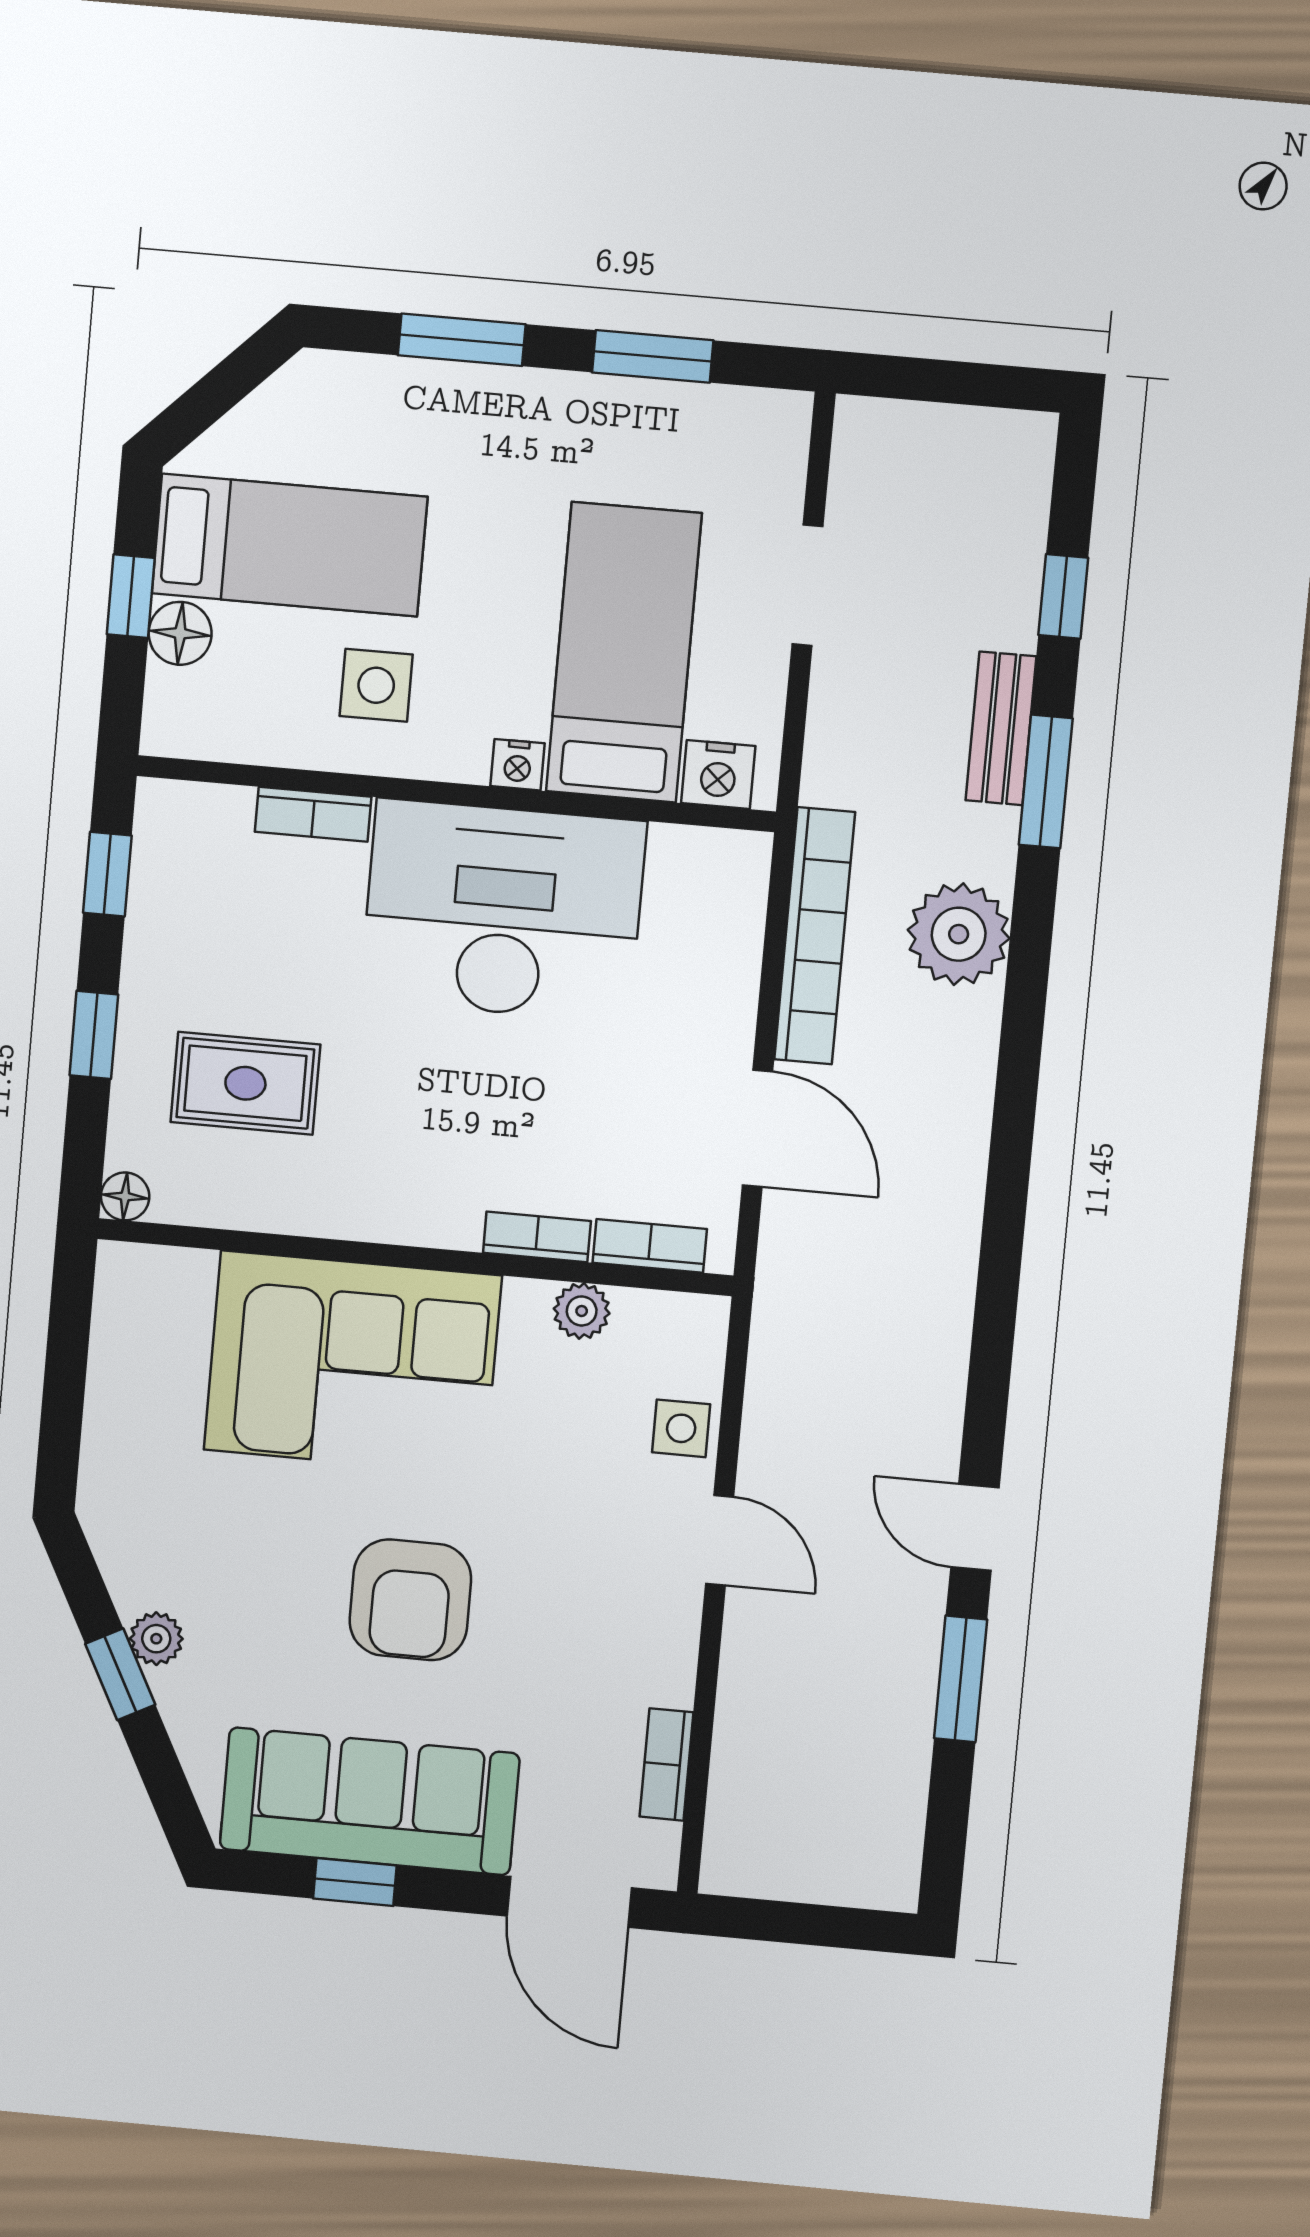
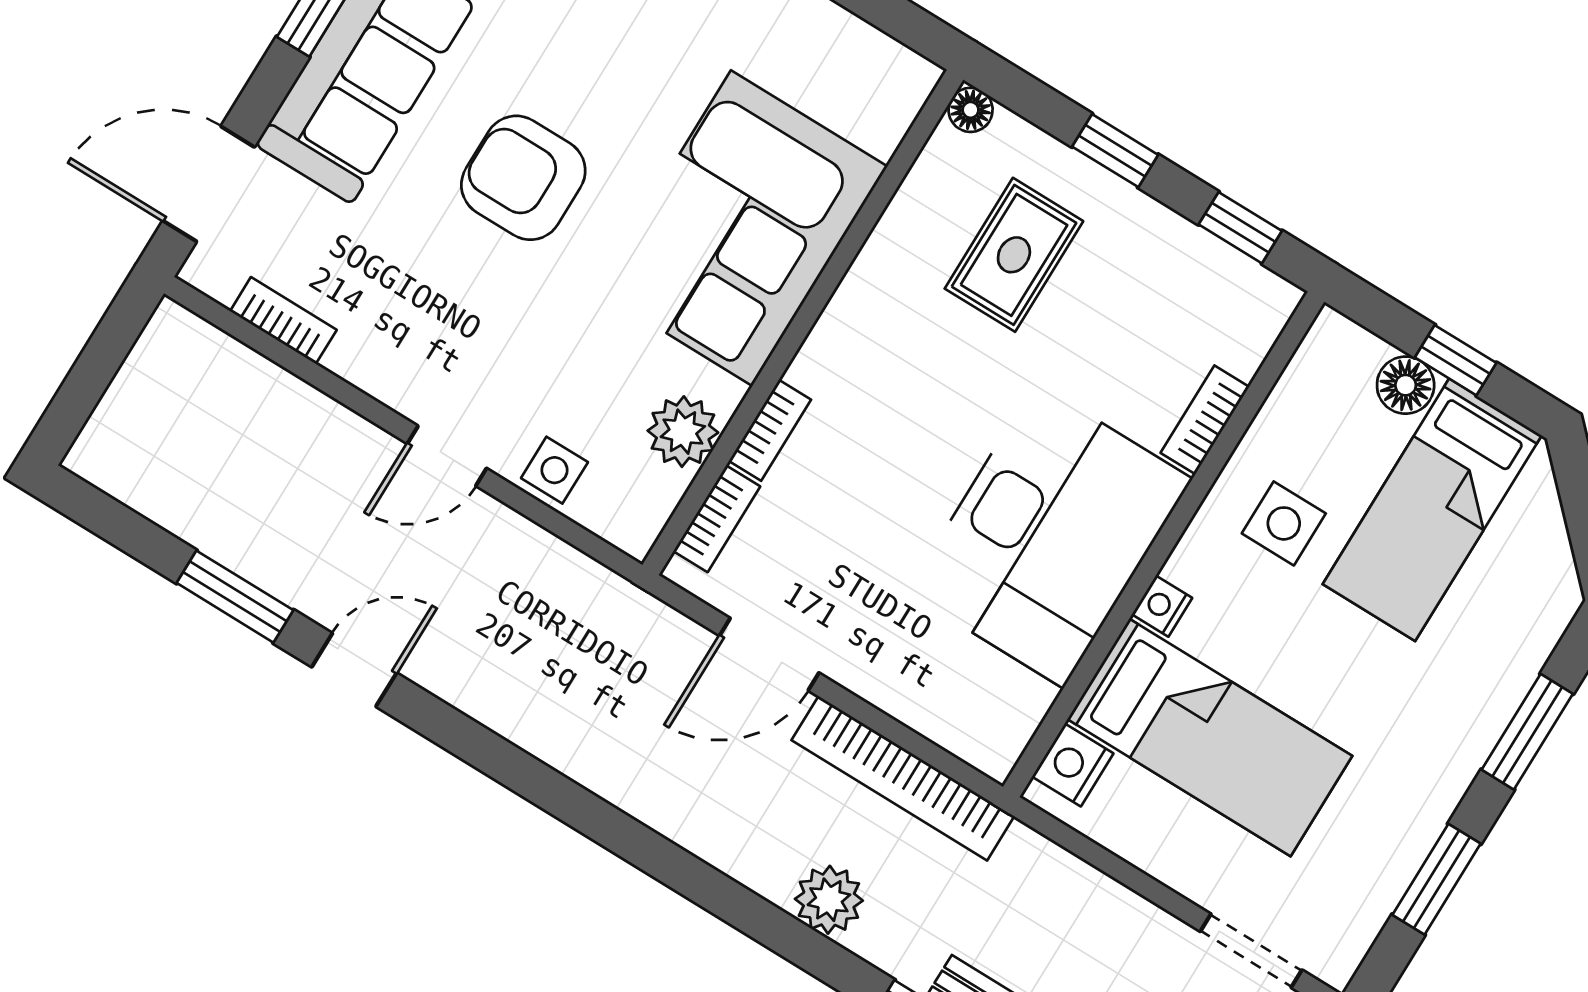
doorway: (807, 585) -> (1251, 951), moved
plant: (959, 934) -> (829, 900), width x0.73, depth x0.73
plant: (582, 1311) -> (683, 432), width x1.38, depth x1.38

